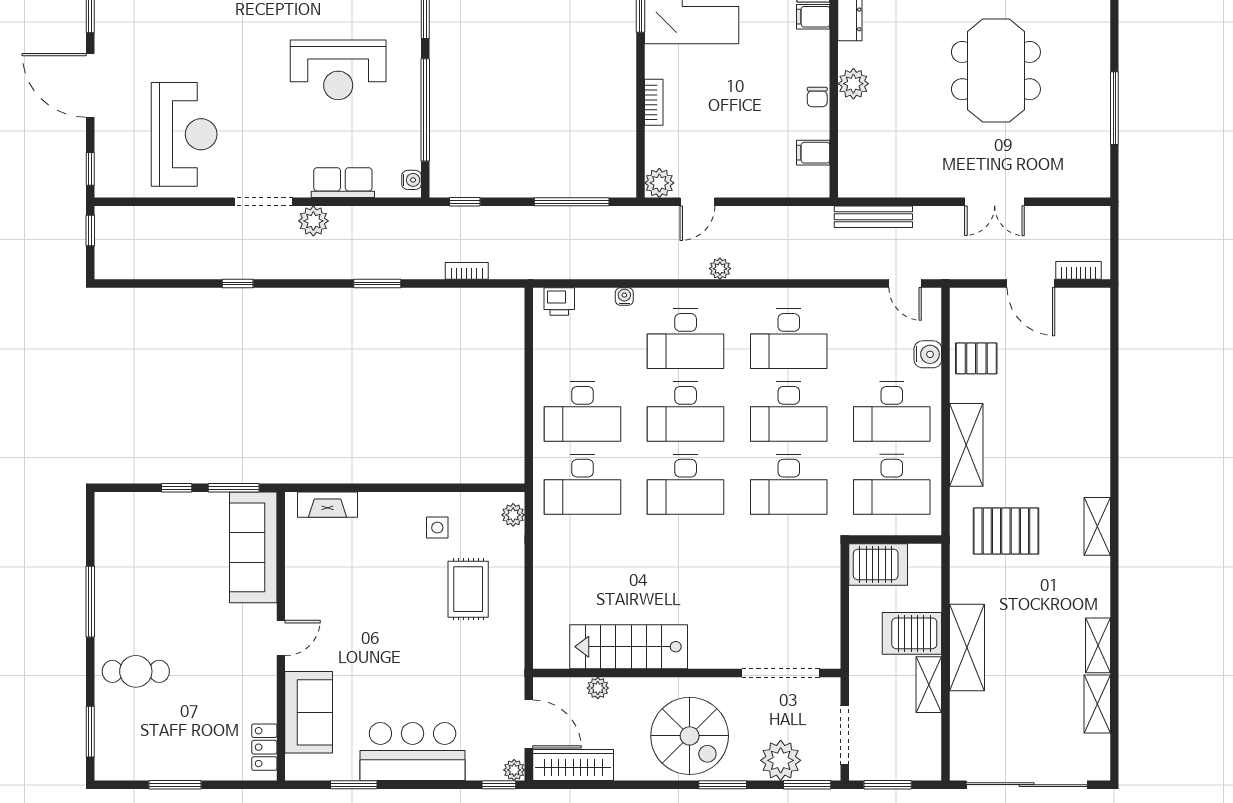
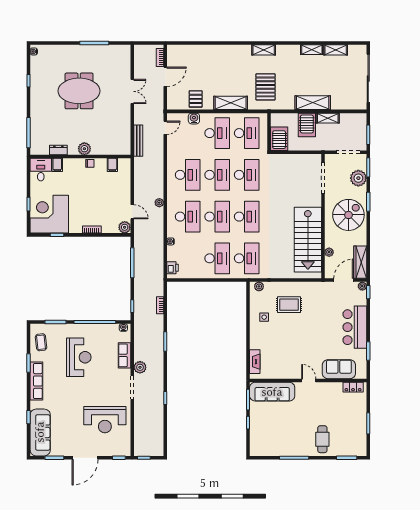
reception desk: (184, 134) -> (105, 420), turned 180
stairs: (629, 647) -> (308, 240), width x1.36, depth x1.51

